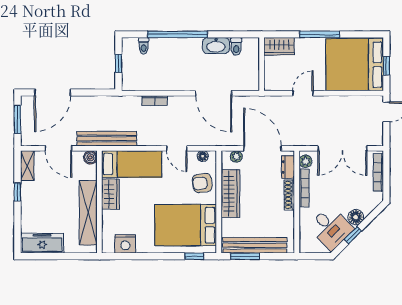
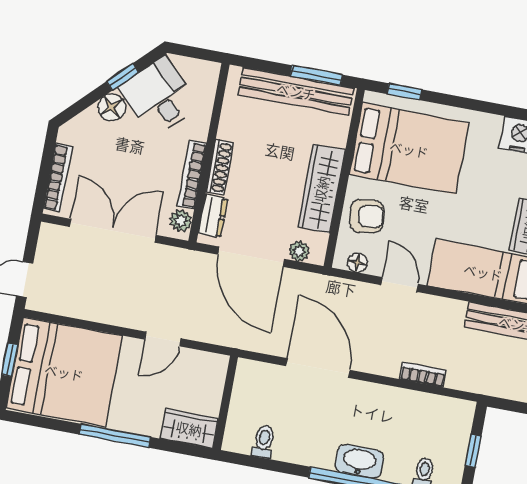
washbasin: (216, 46) -> (359, 461), moved

